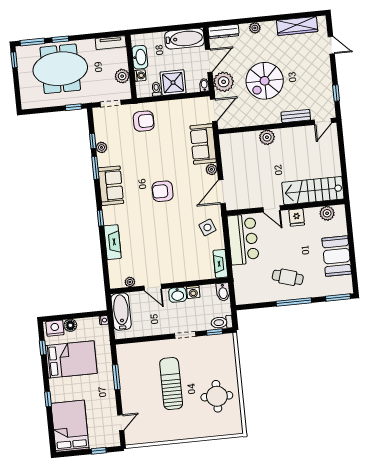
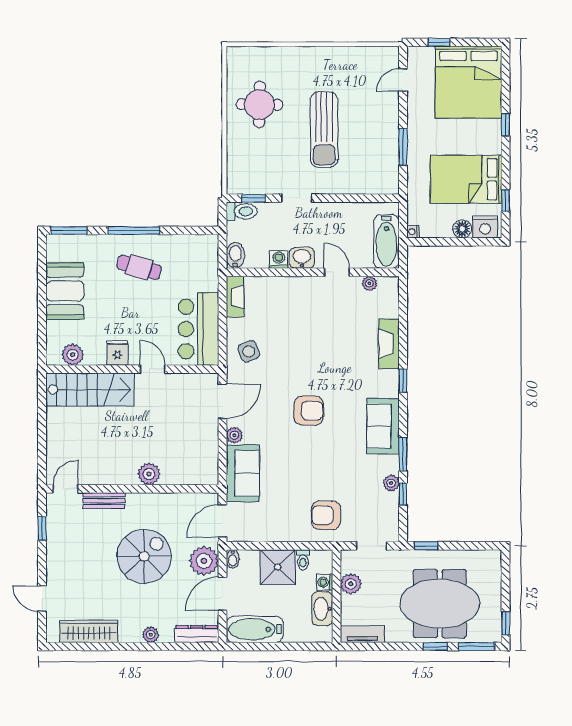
bed: (70, 426) -> (469, 82), width x1.36

